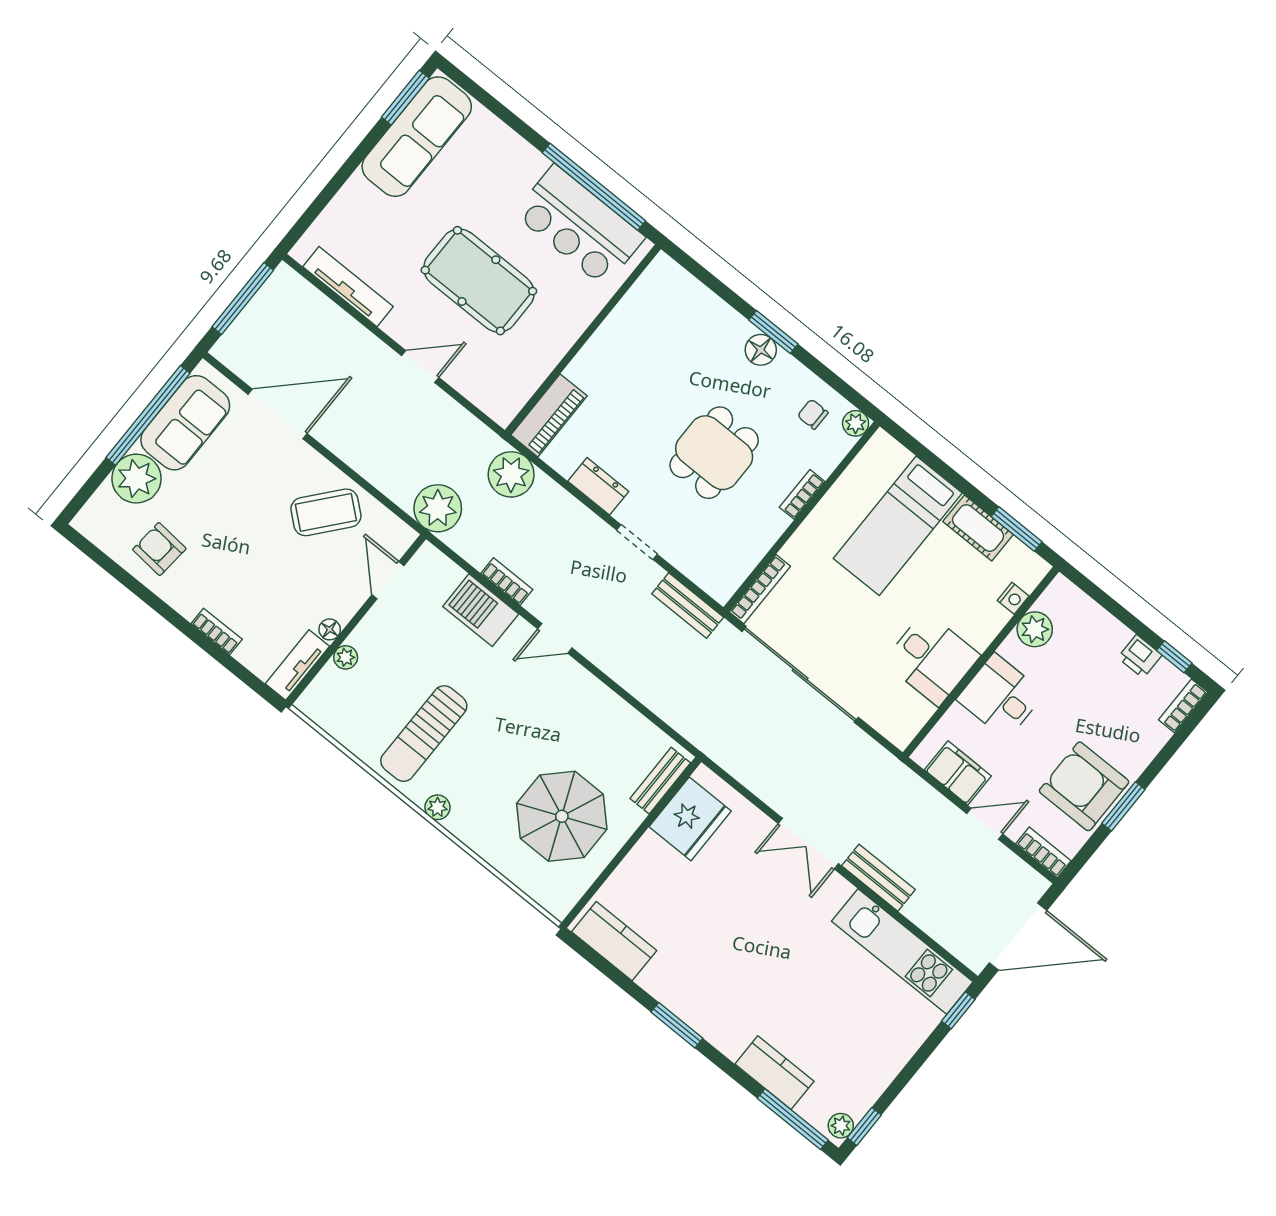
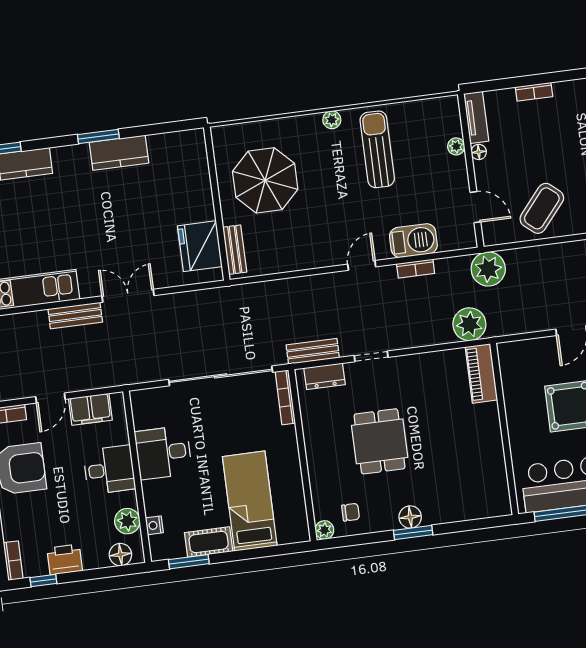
dresser: (598, 486) -> (325, 376), moved
bookcase: (802, 494) -> (314, 467), removed
floor lamp: (1075, 604) -> (120, 555), added
printer: (1140, 656) -> (65, 560), width x1.36, depth x1.24
kitchen counter: (614, 941) -> (119, 153), moved

